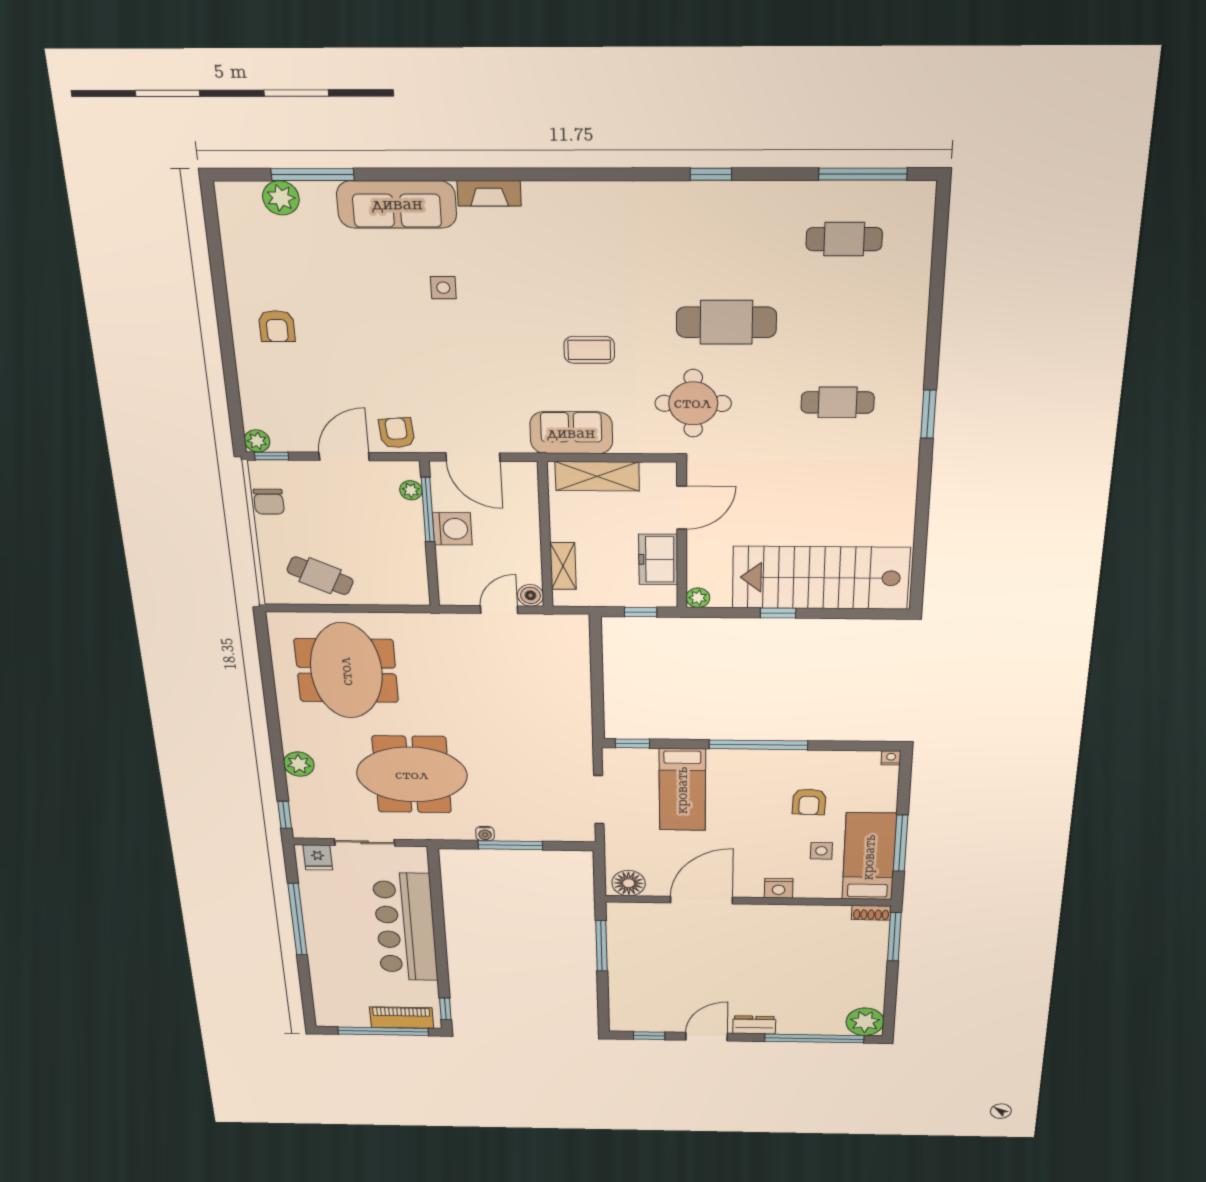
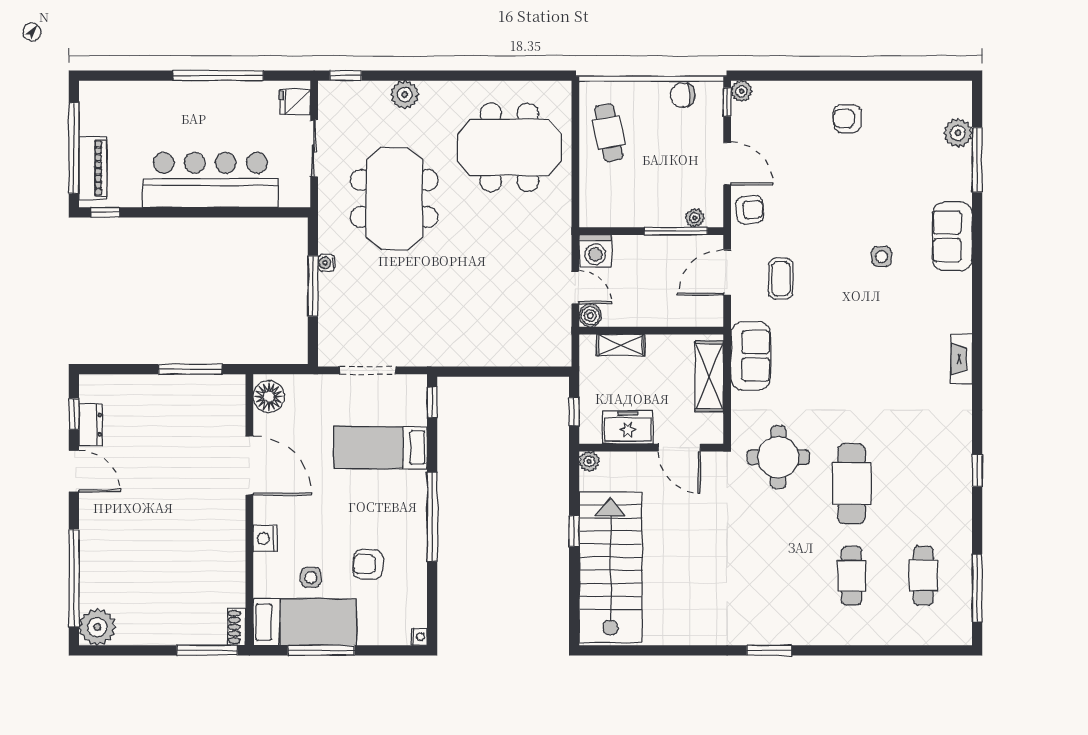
fireplace: (489, 193) -> (962, 359), moved
sofa: (397, 204) -> (952, 236), width x0.73
coffee table: (589, 350) -> (781, 279), moved
cafe table: (838, 402) -> (852, 576), moved
washing machine: (452, 529) -> (595, 251), moved
cafe table: (320, 576) -> (609, 133), turned -36
dresser: (754, 1025) -> (91, 425), moved

